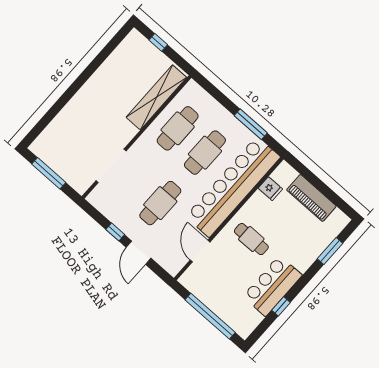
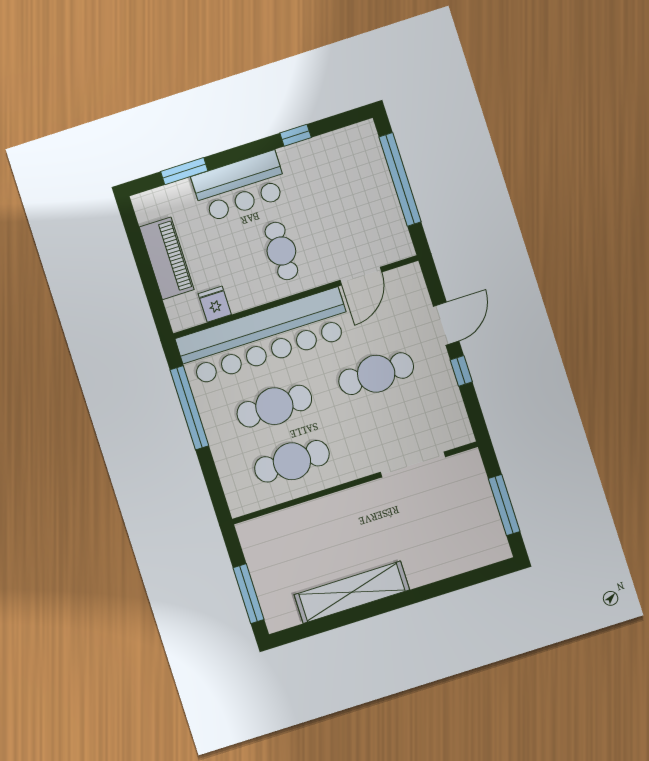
window: (158, 42) -> (249, 594), width x2.17
shelving: (156, 97) -> (352, 592), moved
window: (251, 124) -> (189, 408), width x1.46
bar counter: (272, 286) -> (240, 186), moved

